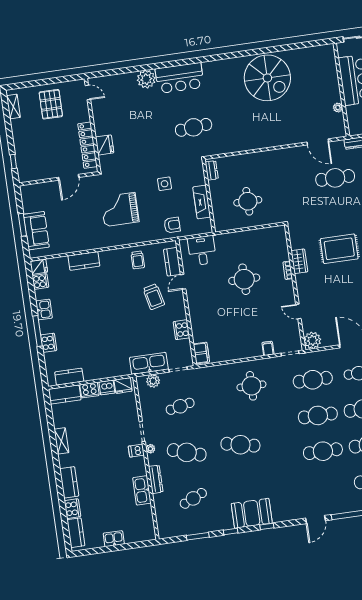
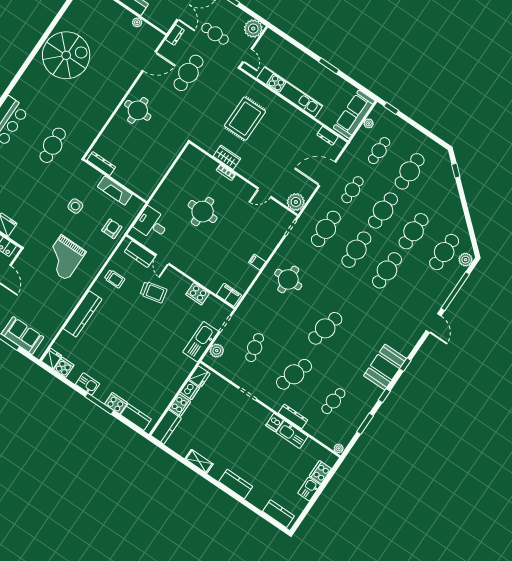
dresser: (212, 170) -> (101, 164), width x1.44
round table: (248, 201) -> (138, 110), moved
kitchen counter: (84, 261) -> (83, 314), width x1.50
filing cabinet: (268, 348) -> (257, 262), moved
kitchen counter: (69, 377) -> (136, 417), moved, turned 90
plant: (150, 449) -> (339, 448), moved
dishwasher: (136, 451) -> (275, 423), moved
cafe table: (193, 498) -> (333, 401), turned 30
cooker: (72, 509) -> (320, 472), moved, turned -90

